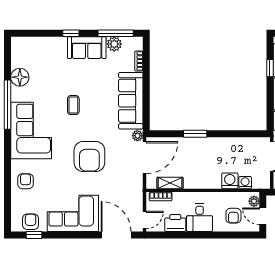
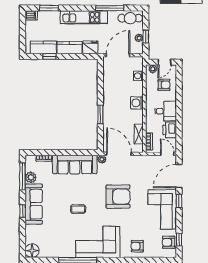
sofa: (87, 48) -> (34, 204), width x1.36
floor lamp: (20, 77) -> (32, 251), moved
washing machine: (230, 181) -> (137, 103), moved
window: (84, 235) -> (179, 201), added

